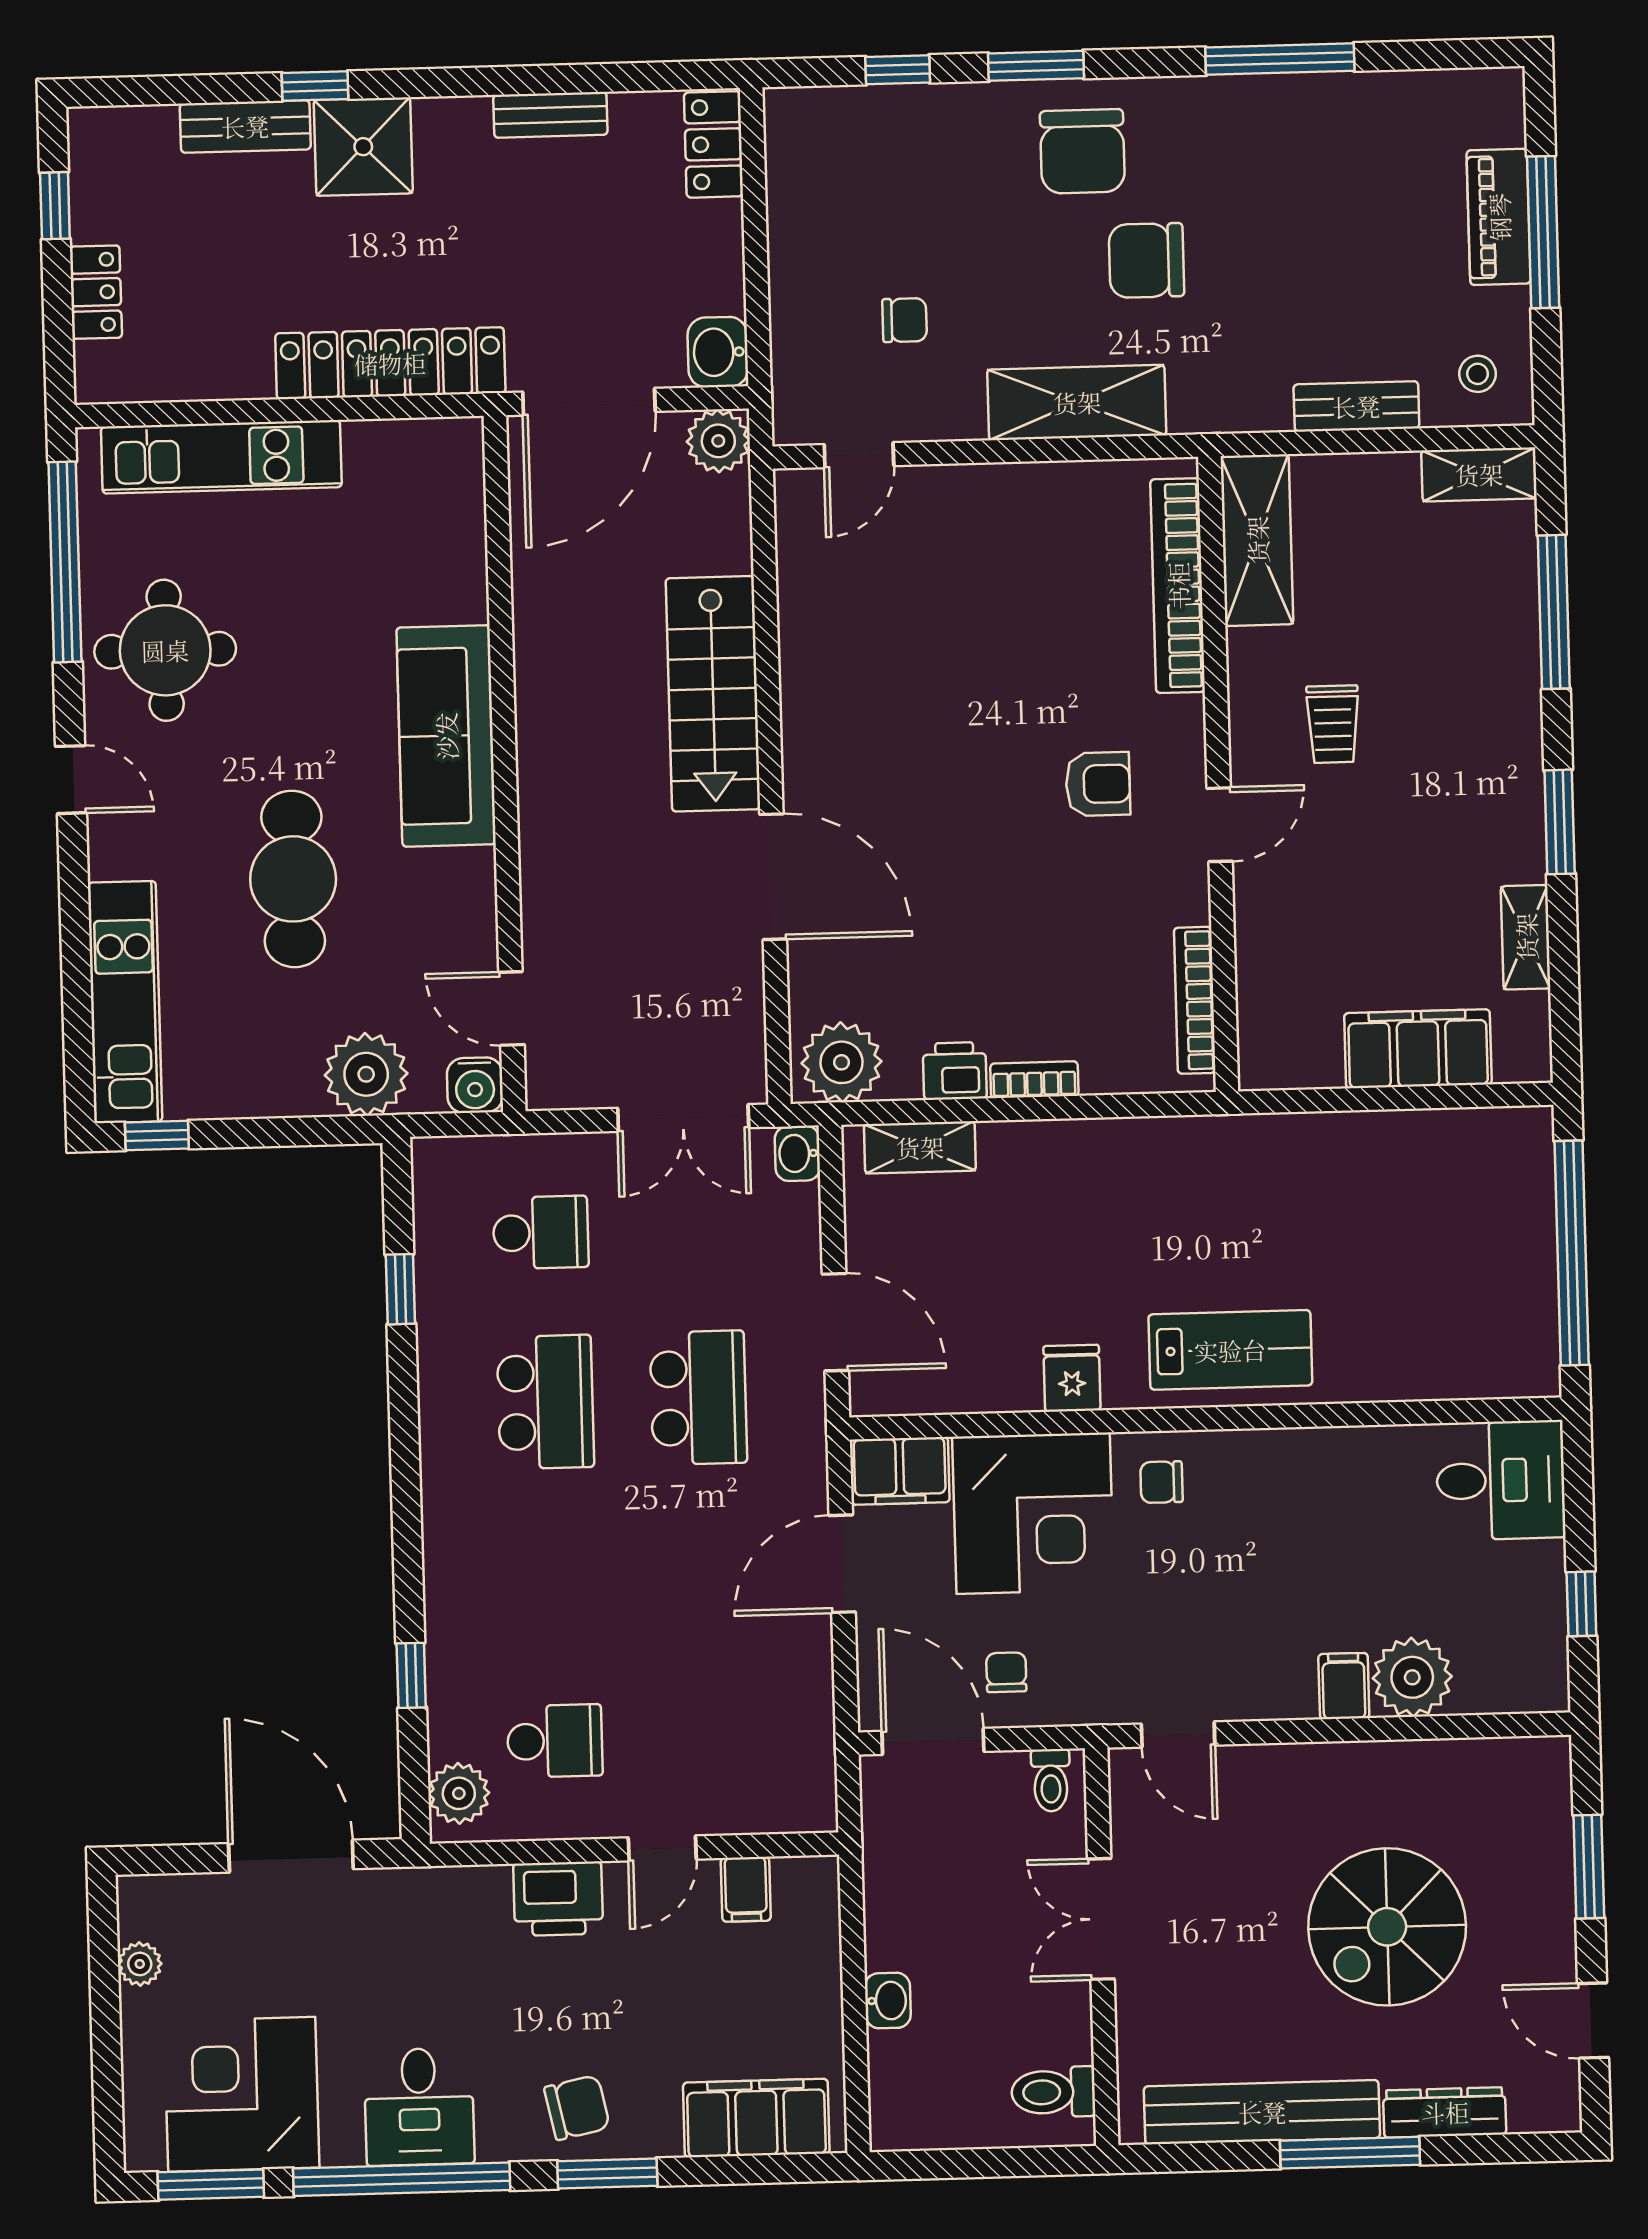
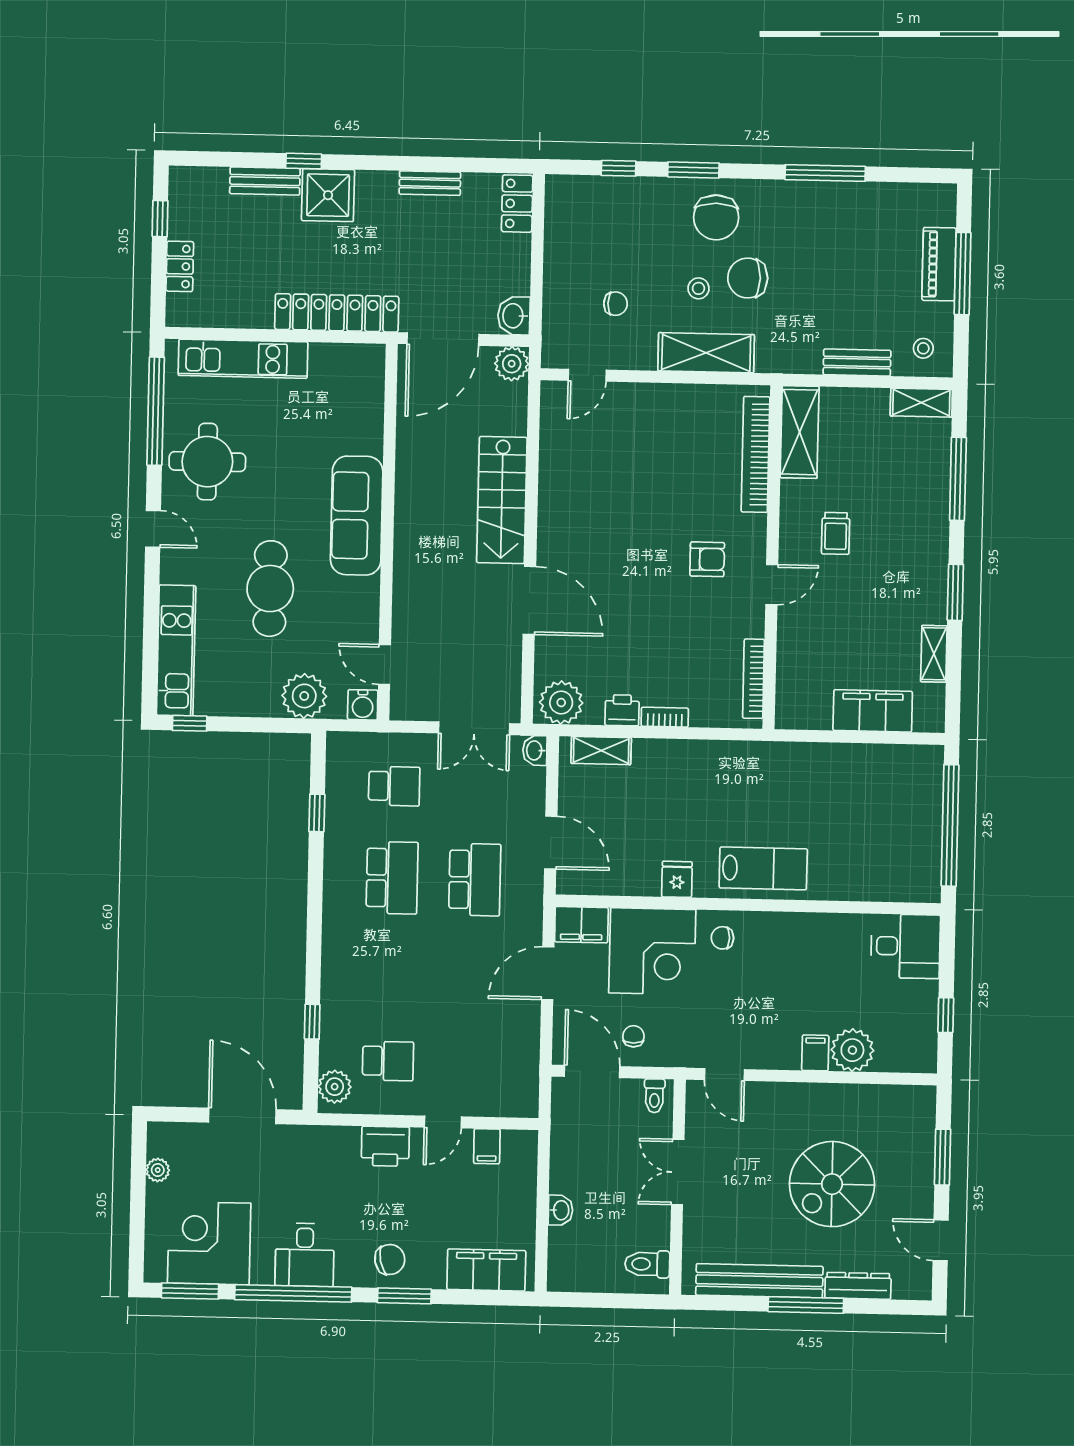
stool: (1056, 284) -> (698, 288), added

